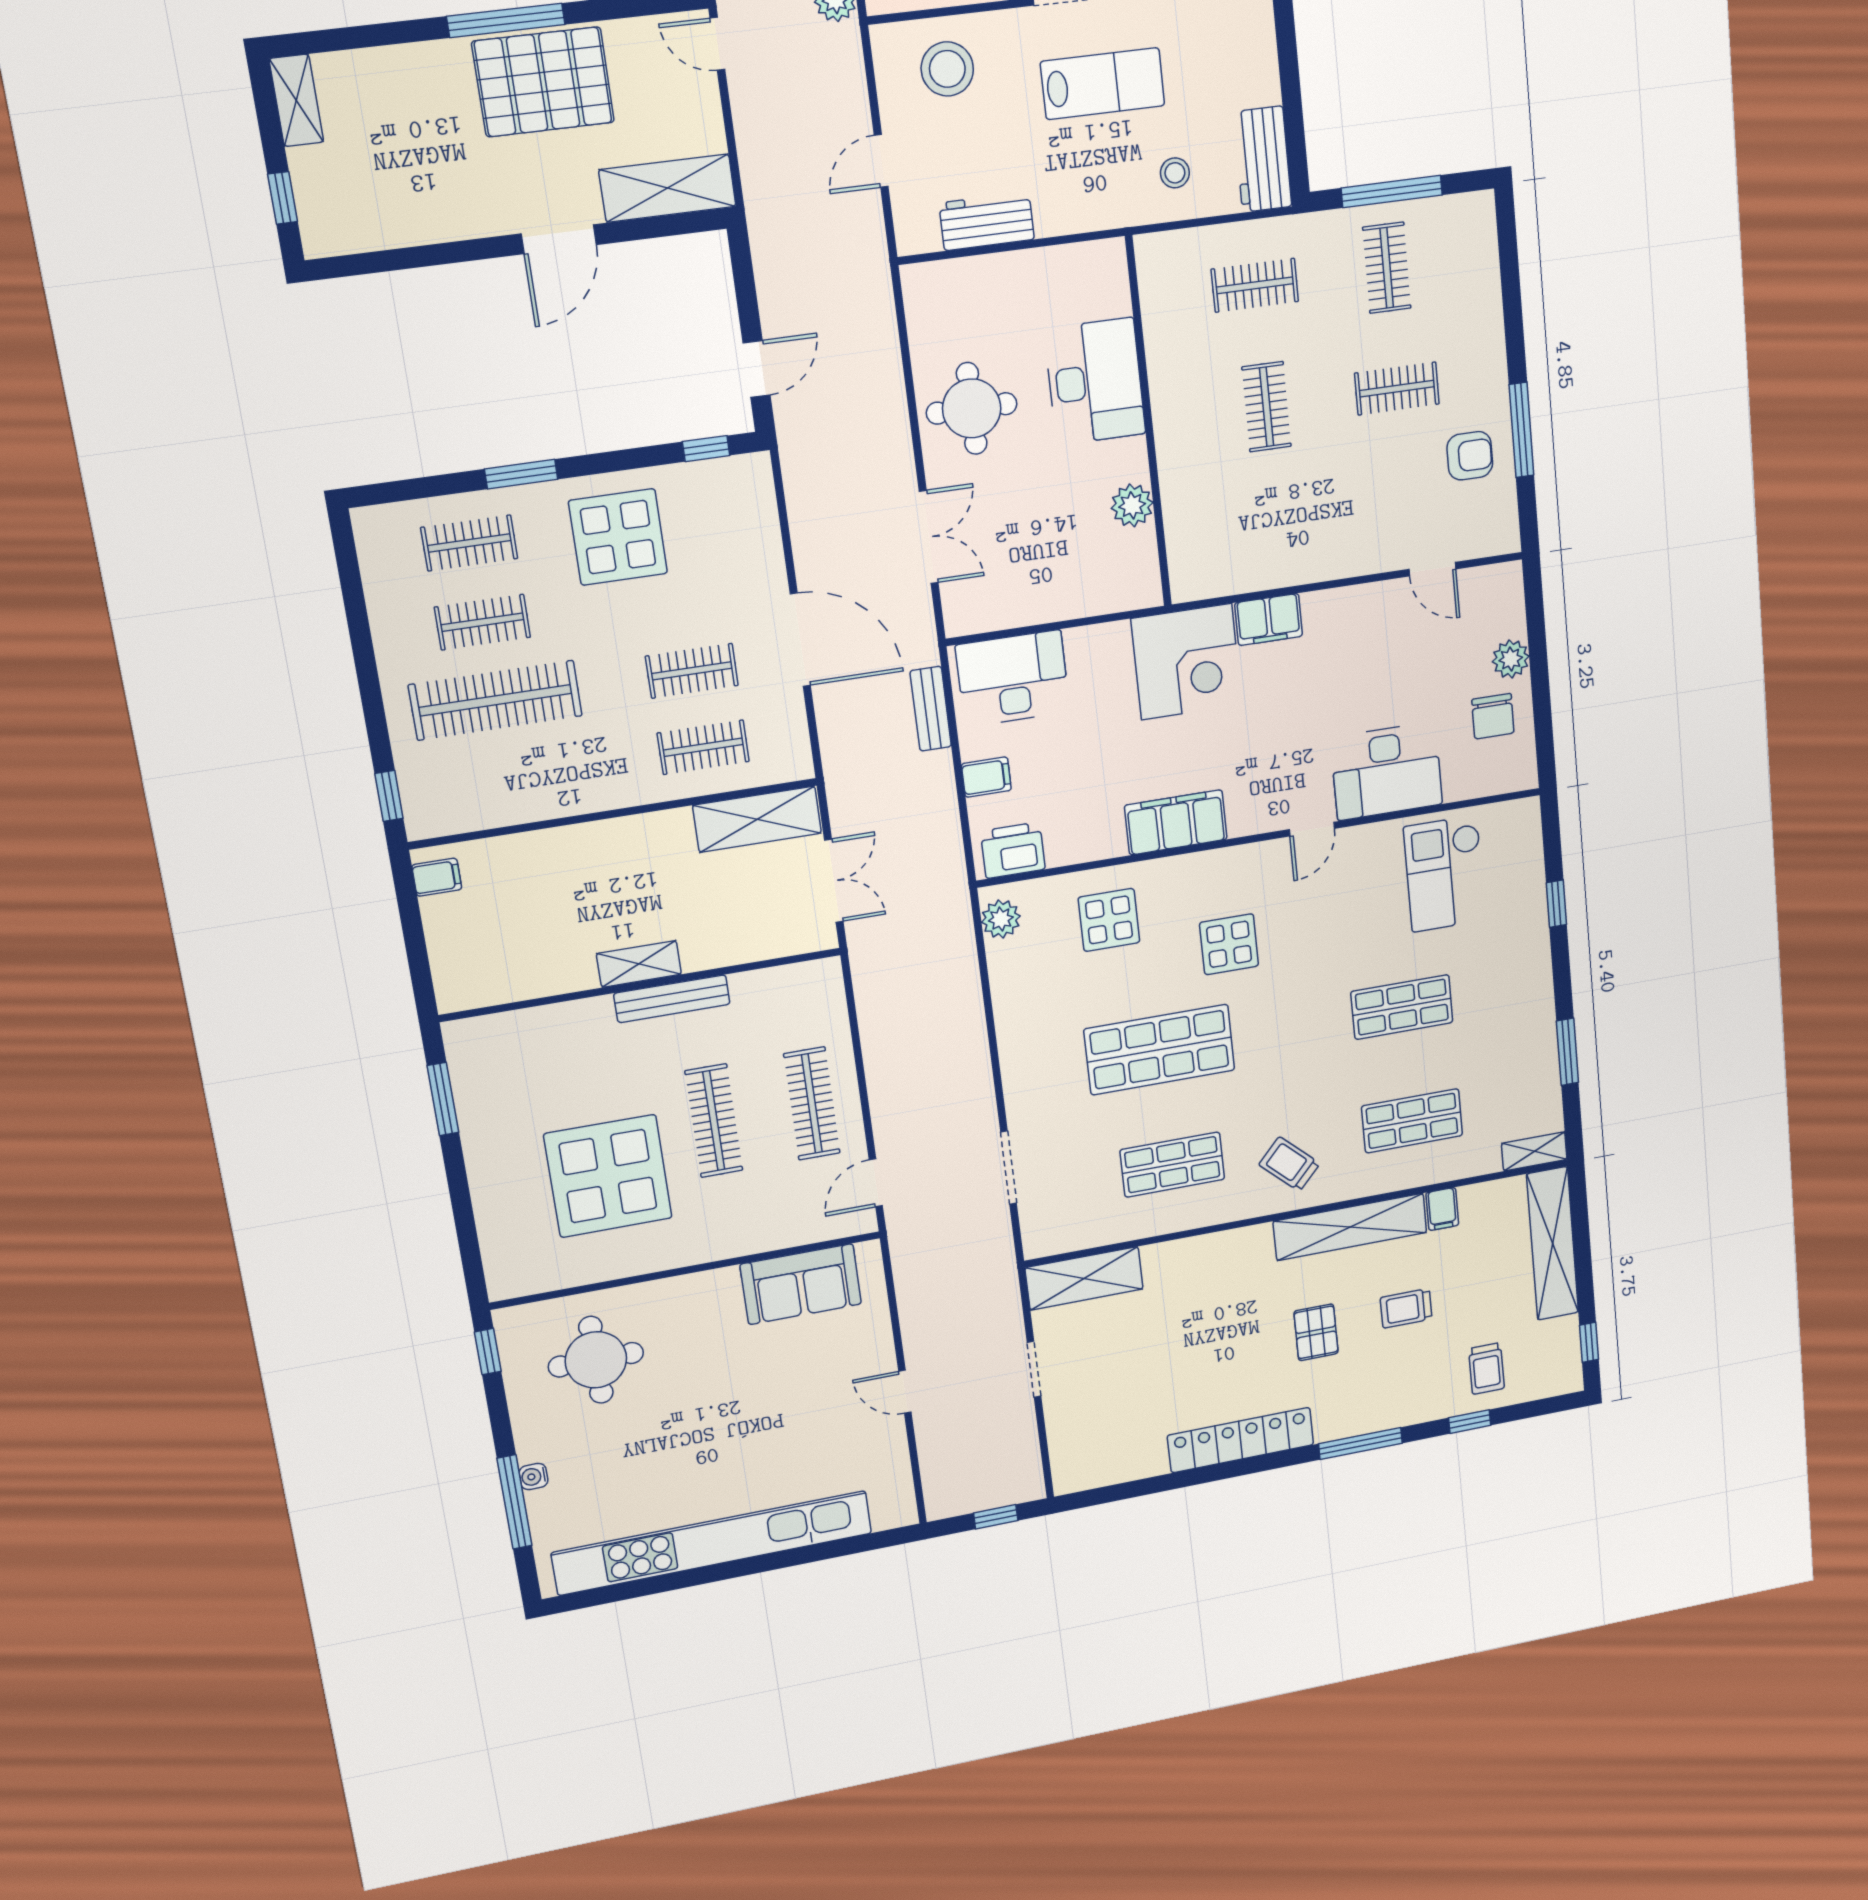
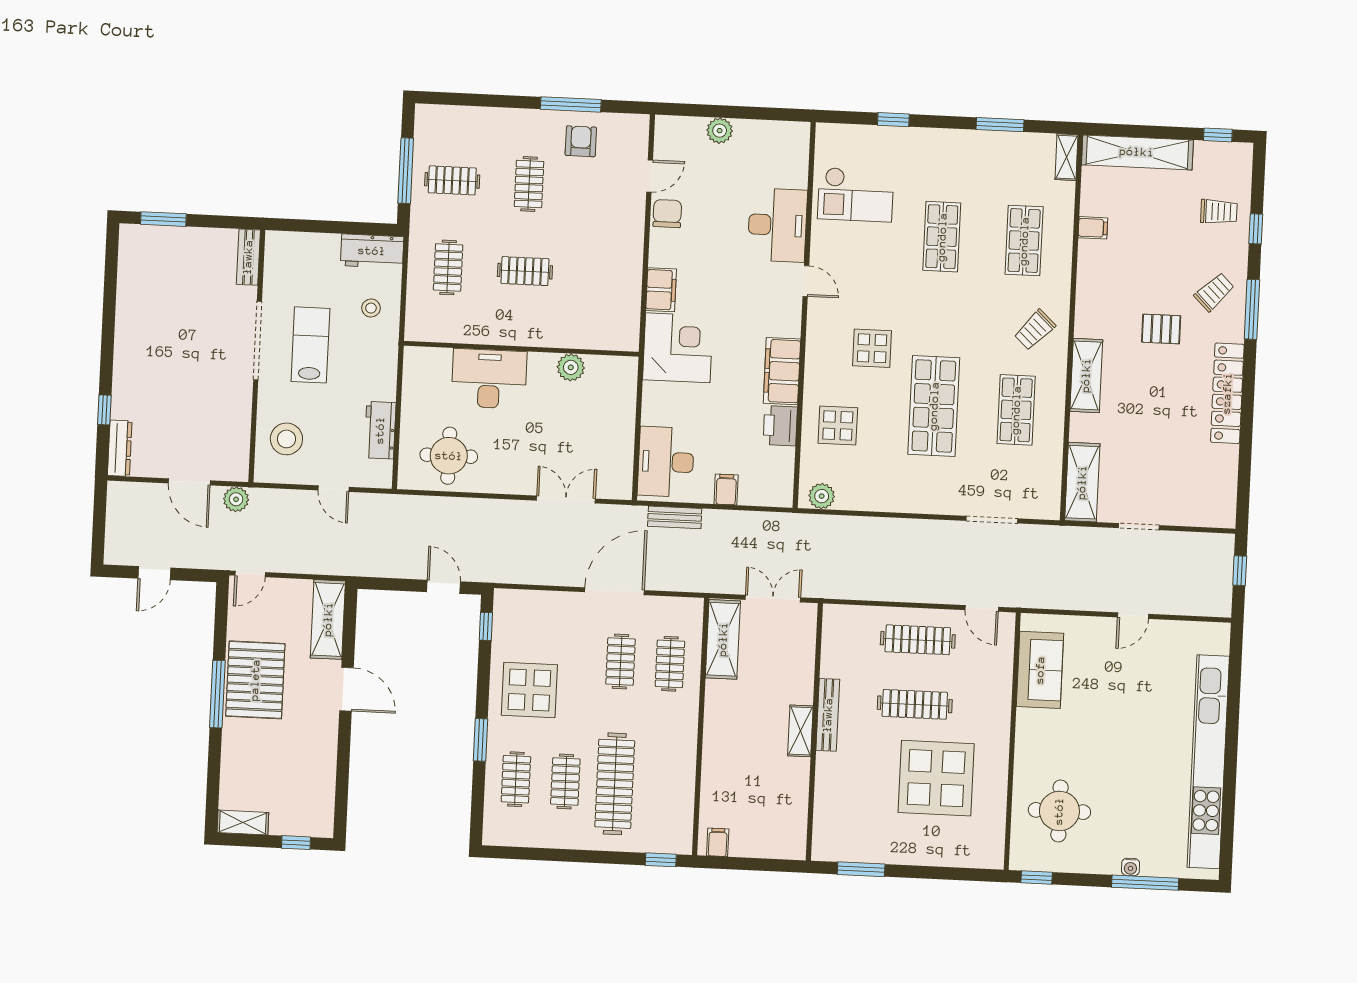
round table: (972, 408) -> (449, 456), moved
chair: (1493, 716) -> (667, 214), moved, turned -90
printer: (1013, 850) -> (780, 426), moved
shelving: (1350, 1227) -> (1086, 375), moved, width x0.68
trolley: (1406, 1308) -> (1214, 292), moved, turned -135

